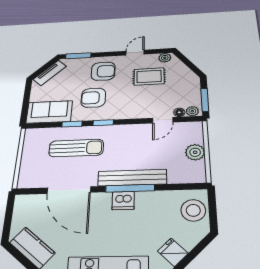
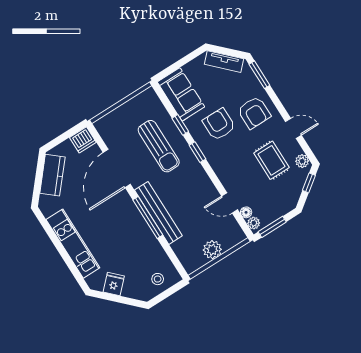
window: (185, 61) -> (309, 183), added
dishwasher: (123, 201) -> (83, 140), moved, turned -90
stool: (193, 210) -> (158, 279), width x0.53, depth x0.53

